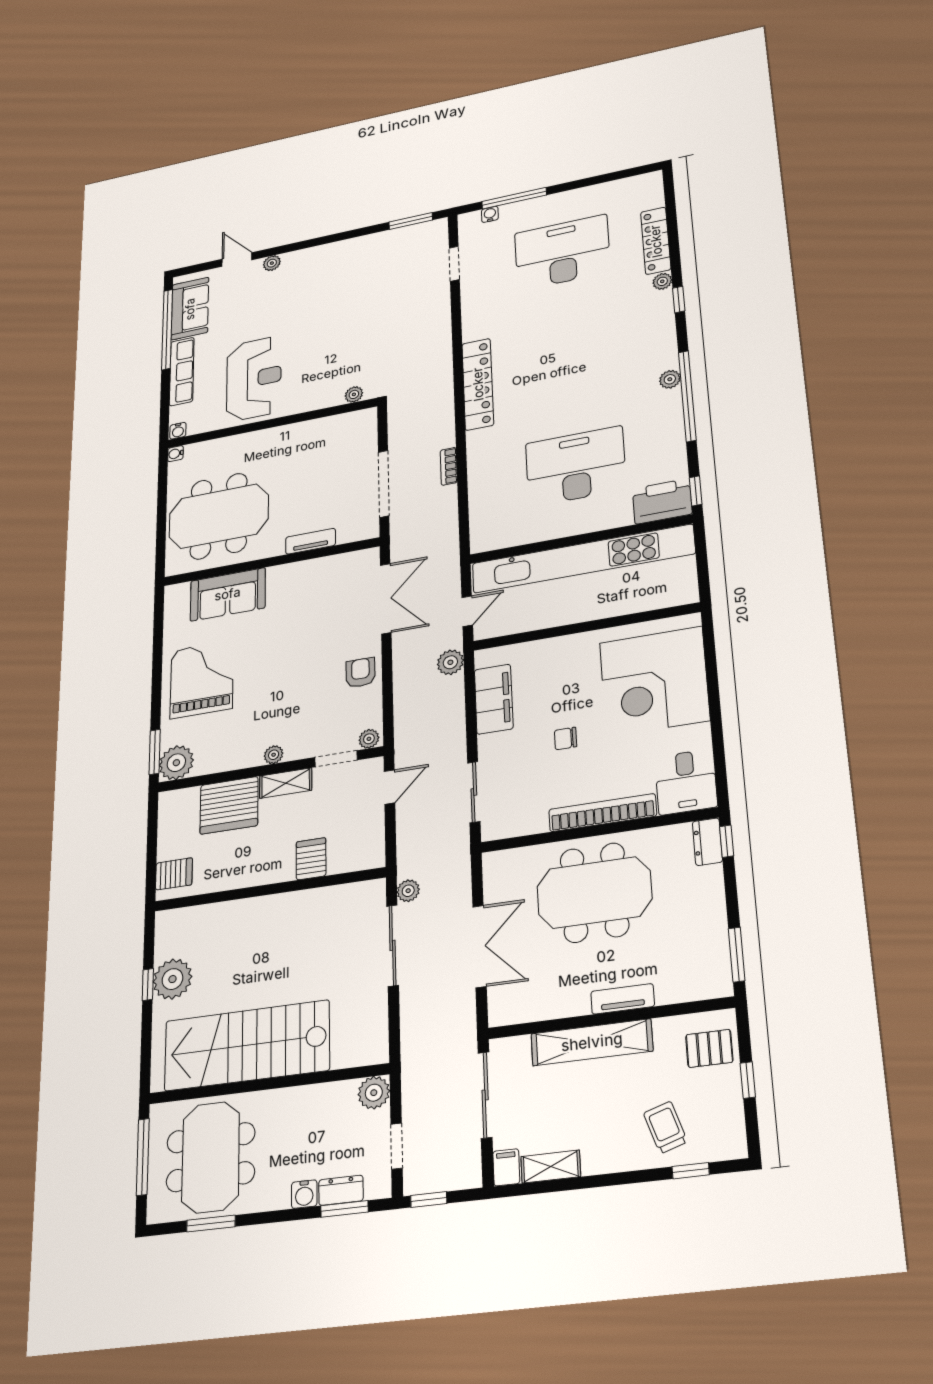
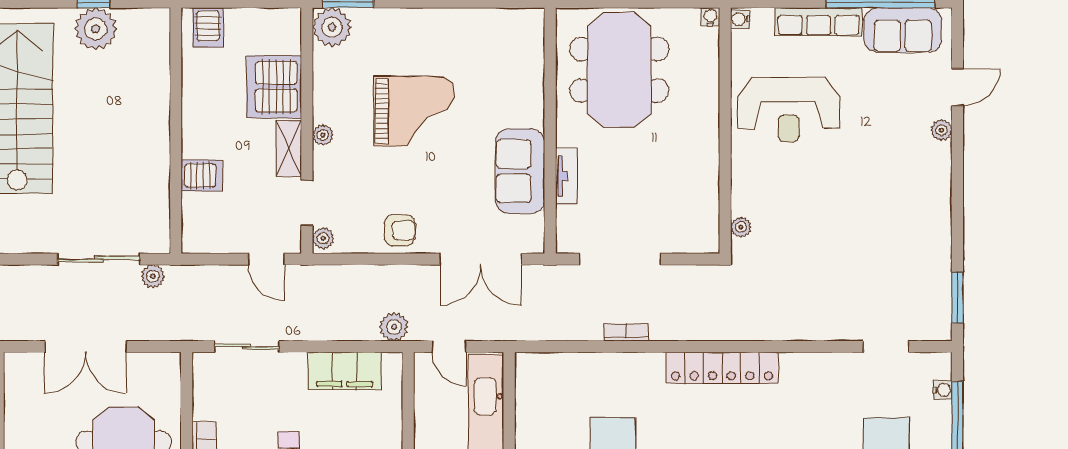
sofa: (228, 594) -> (520, 171), moved
grand piano: (202, 679) -> (414, 111), moved

